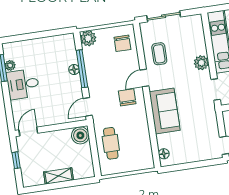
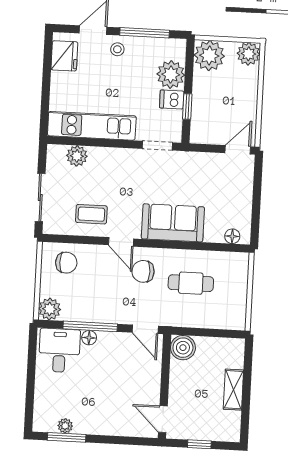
plant: (201, 63) -> (77, 156), moved
desk: (23, 84) -> (59, 350), moved, turned 180
cafe table: (111, 143) -> (191, 283), moved

